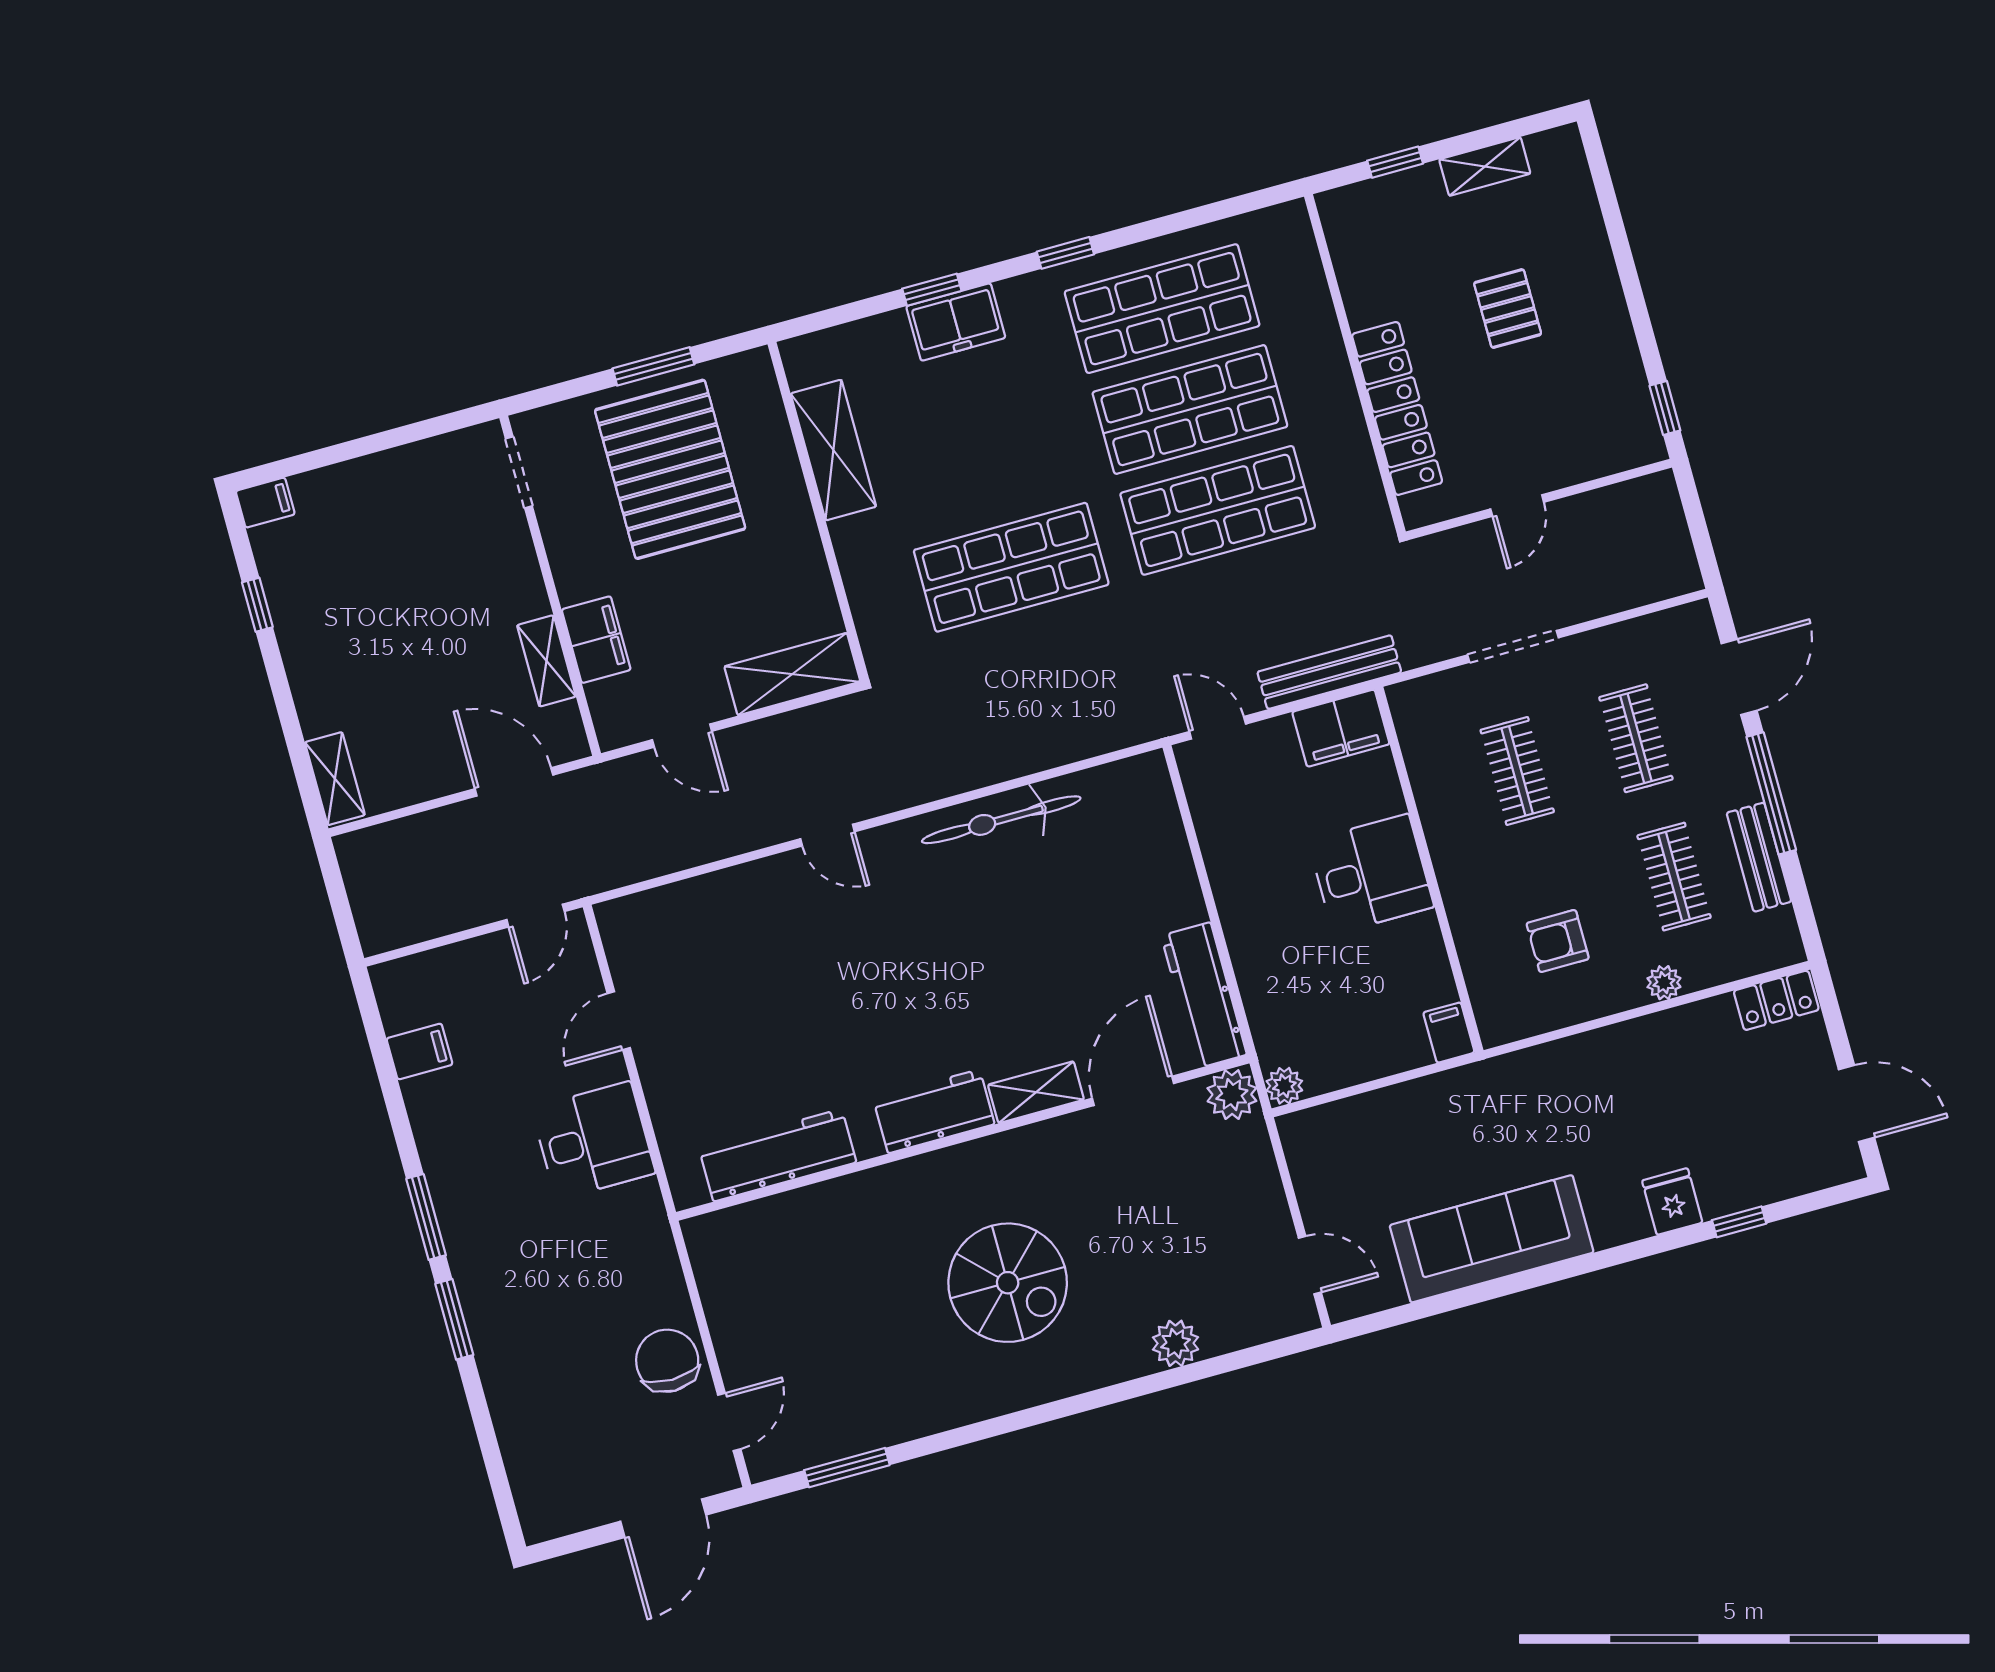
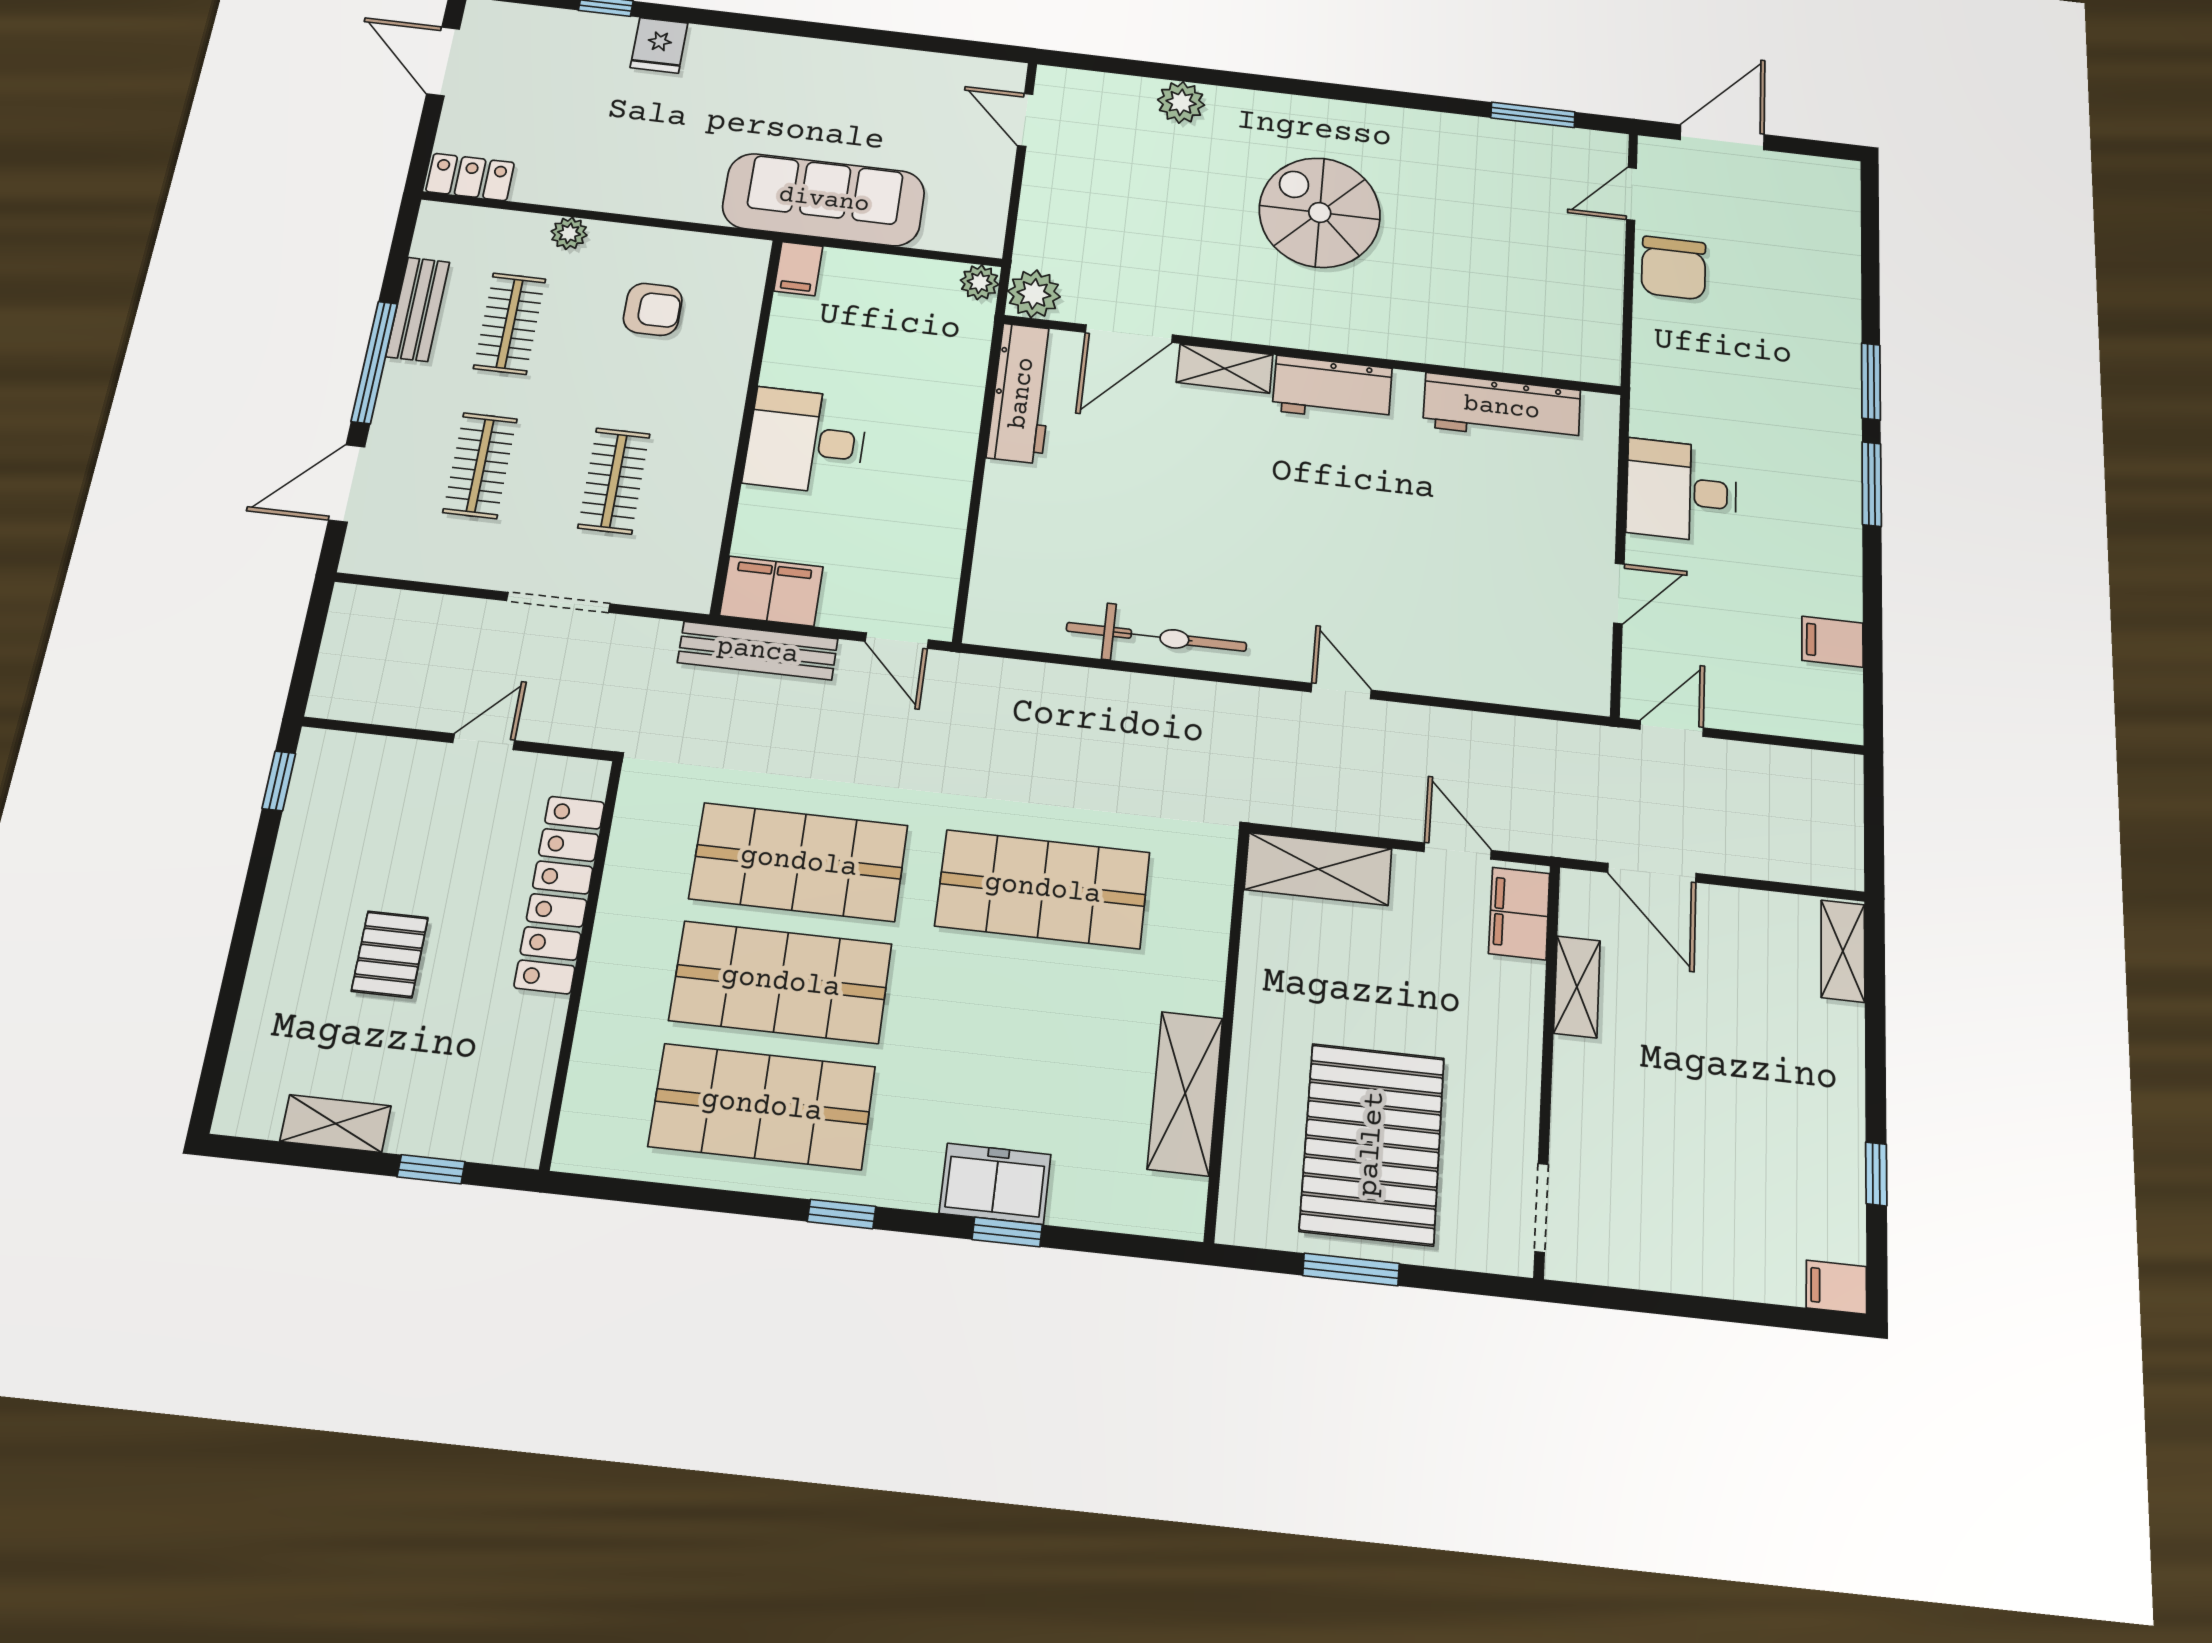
filing cabinet: (596, 640) -> (1519, 913), moved
sofa: (1492, 1239) -> (824, 200), moved, turned 180

